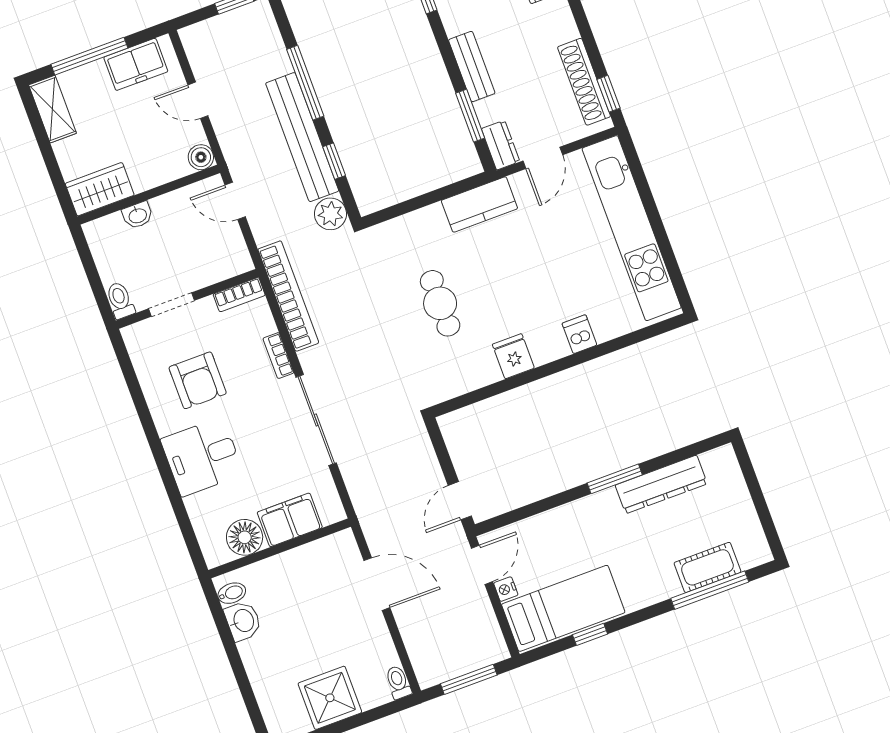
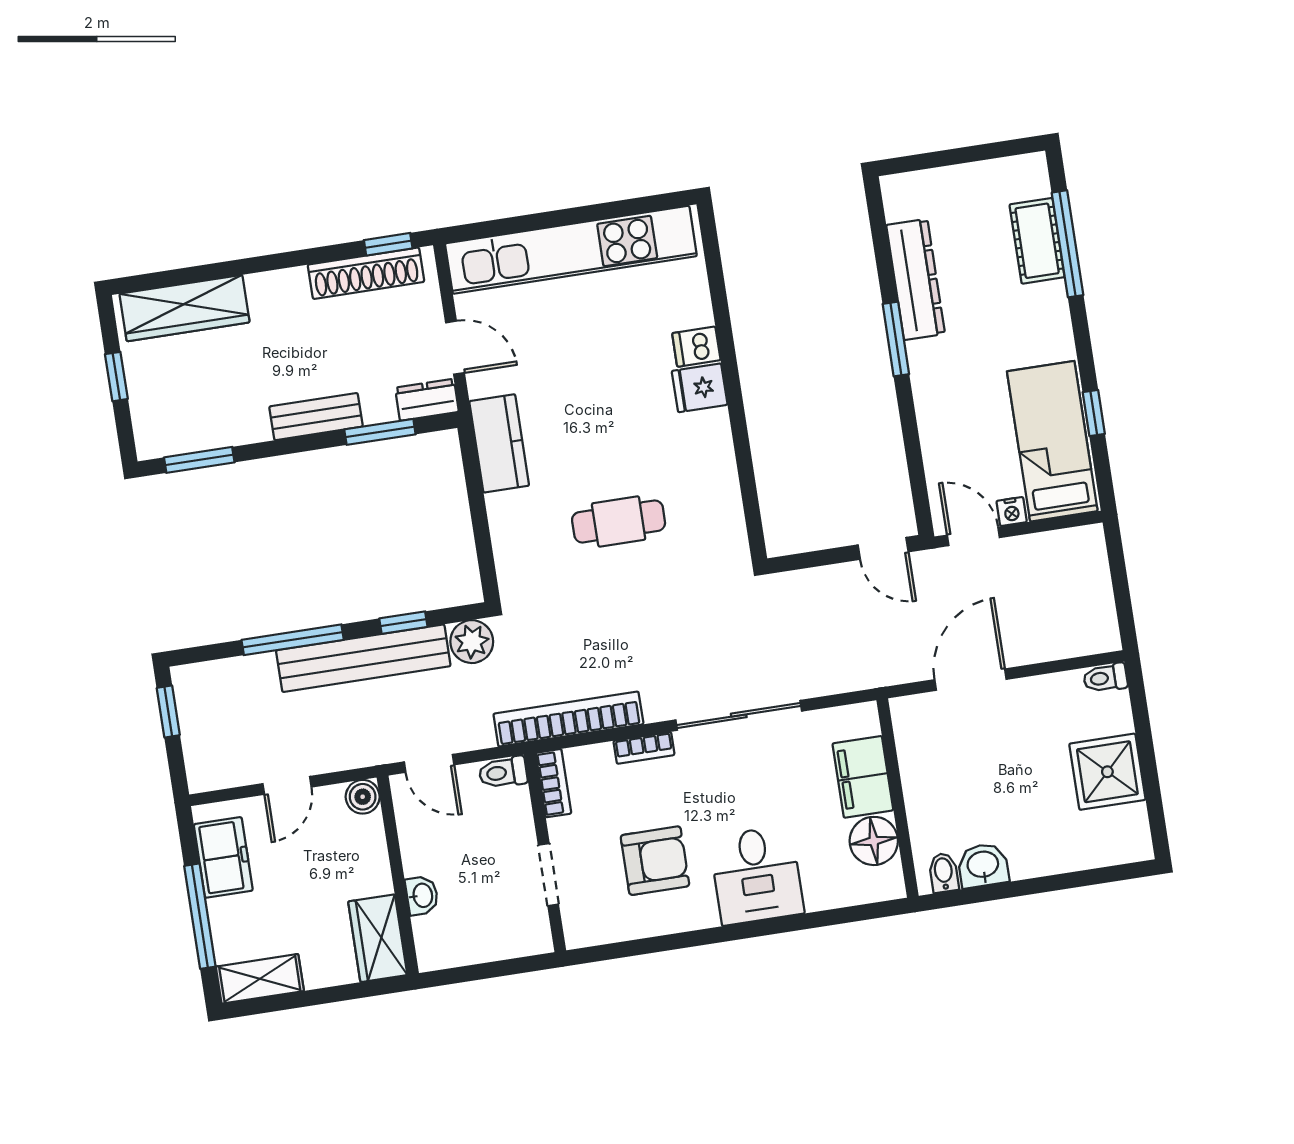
door: (235, 201) -> (429, 763), hinge flipped
toilet: (120, 300) -> (503, 772), moved
fridge: (513, 356) -> (700, 388), moved
window: (469, 679) -> (1120, 584), removed

